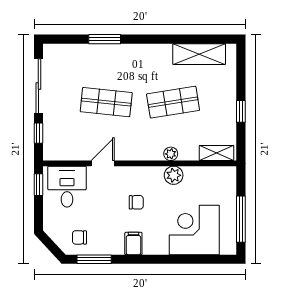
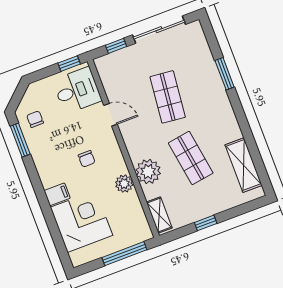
plant: (171, 154) -> (148, 172), width x1.87, depth x1.87
window: (241, 219) -> (124, 254), moved
filing cabinet: (133, 244) -> (57, 194), moved

